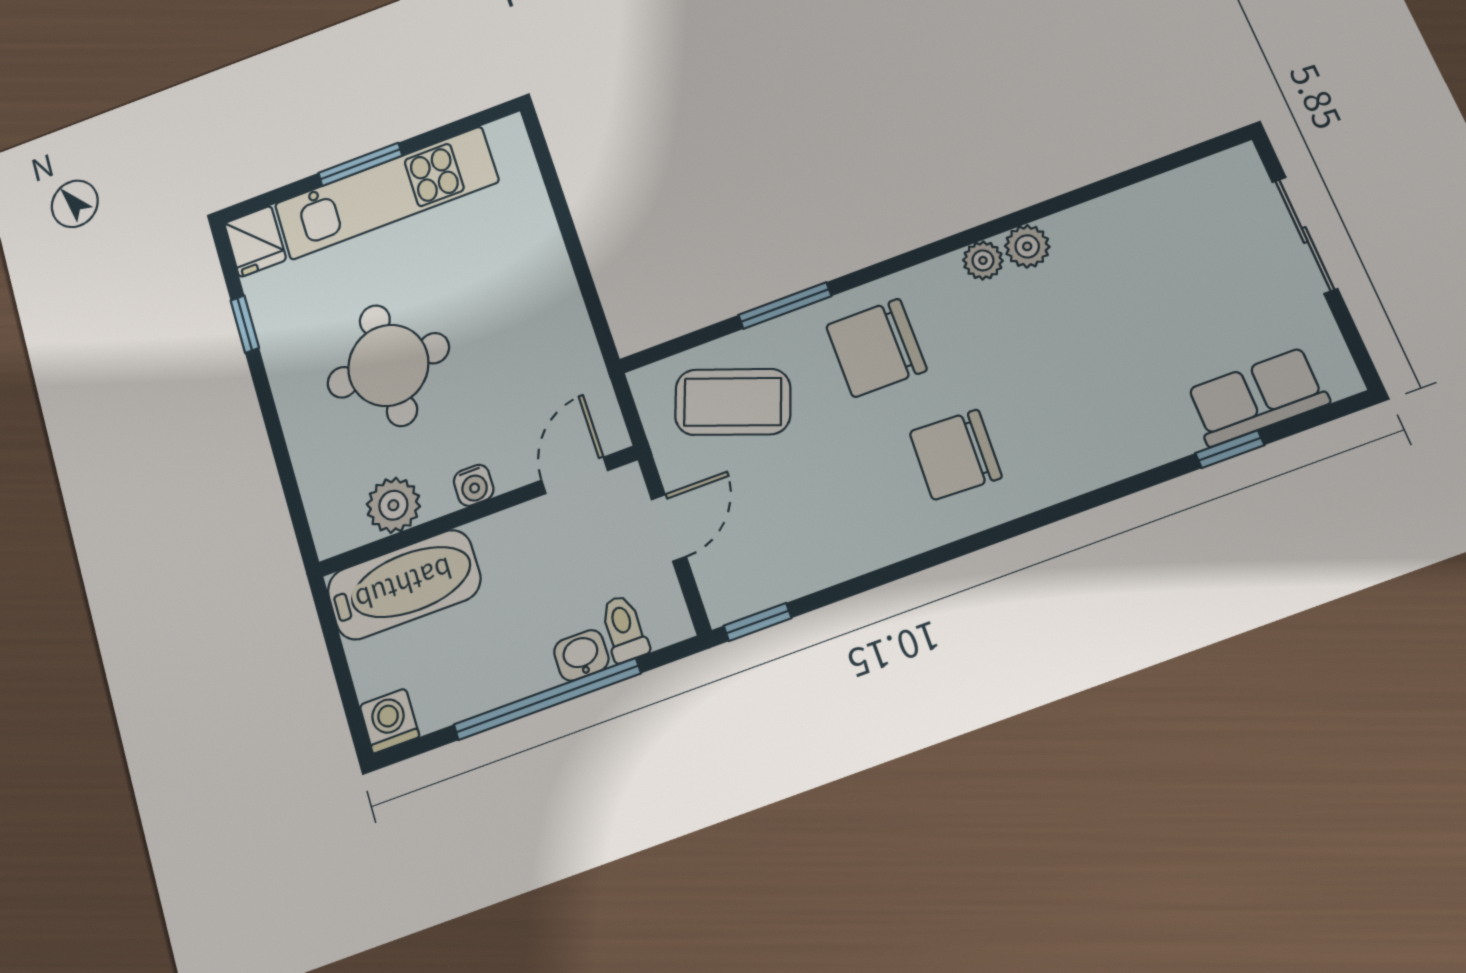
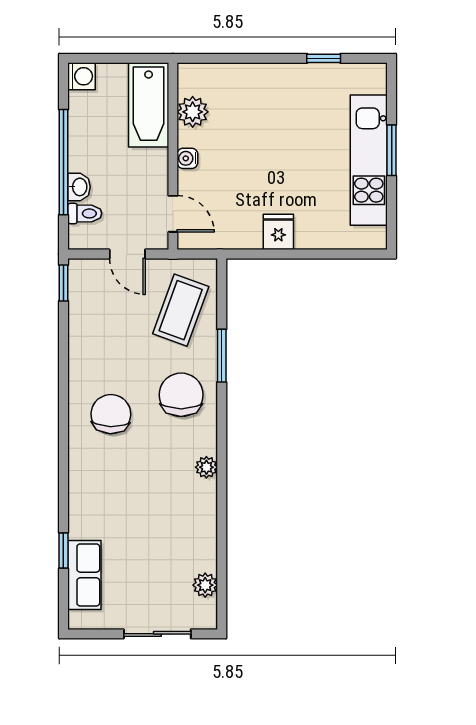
fridge: (255, 241) -> (278, 232), moved, turned 90
plant: (1027, 246) -> (205, 585), moved
round table: (388, 365) -> (270, 132), removed

